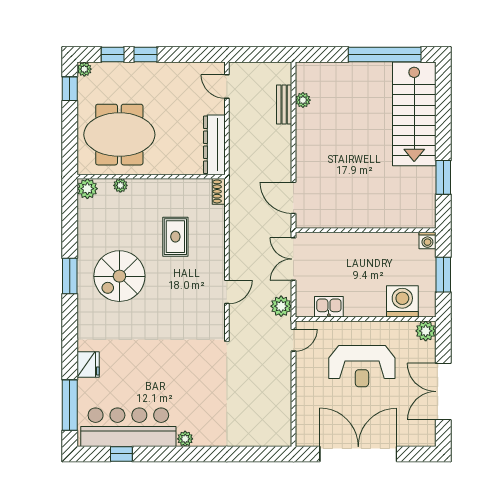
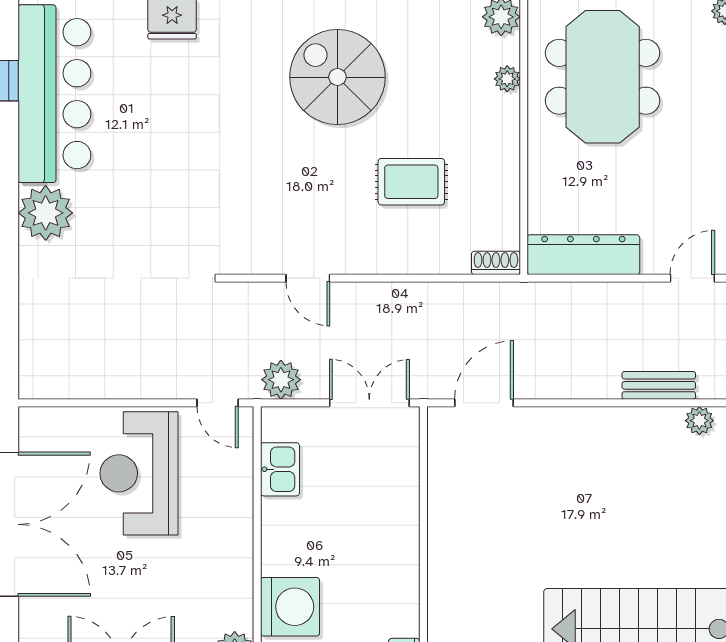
plant: (303, 100) -> (699, 421), moved
reception desk: (362, 366) -> (139, 473), moved
plant: (185, 439) -> (46, 213), width x1.88, depth x1.88

